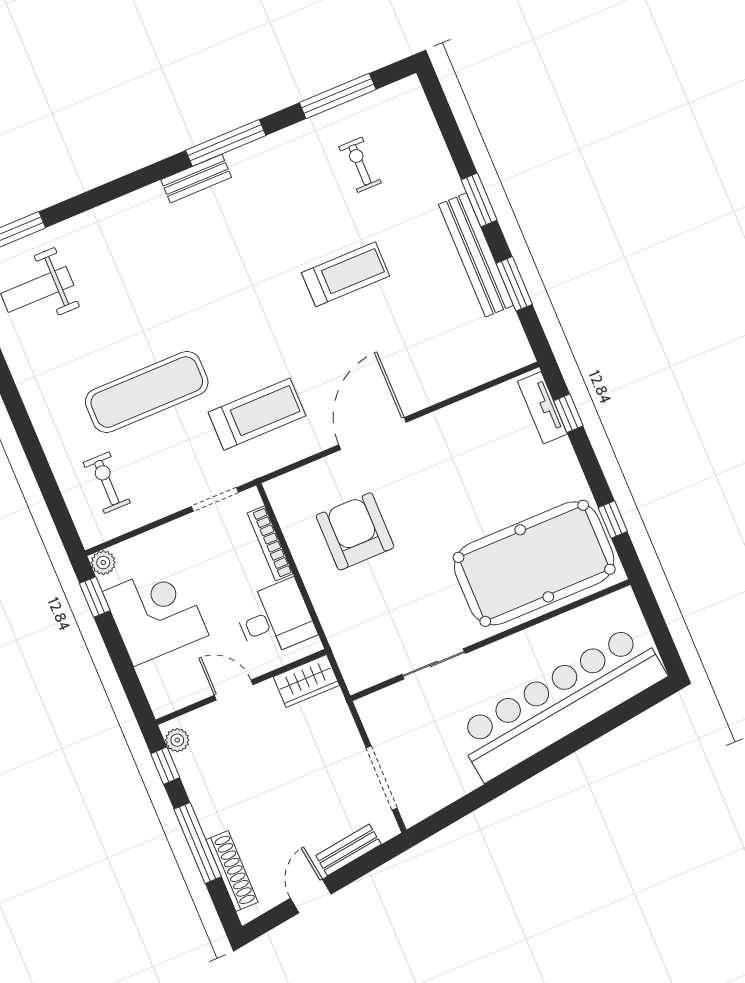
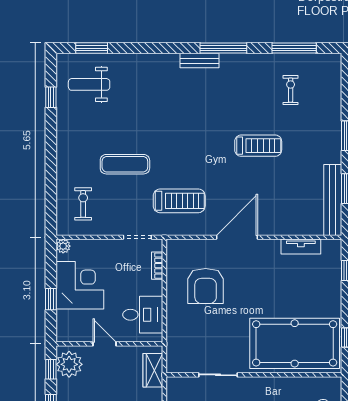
bench: (476, 255) -> (333, 200), moved
exercise mat: (147, 392) -> (125, 164), width x0.73, depth x0.69
tv unit: (542, 408) -> (301, 247), moved, turned -90
armchair: (355, 531) -> (206, 286), turned 180
bookcase: (270, 543) -> (157, 266), width x0.64
window: (95, 597) -> (51, 299), moved
wardrobe: (306, 681) -> (153, 370), moved, turned 90
plant: (177, 740) -> (69, 364), width x1.88, depth x1.88

